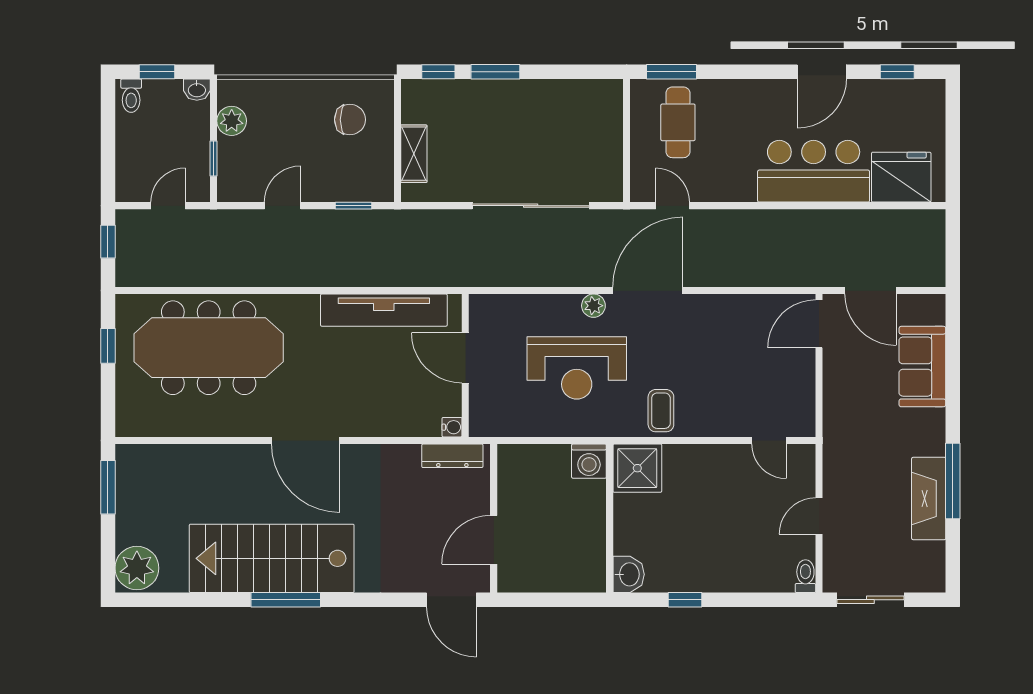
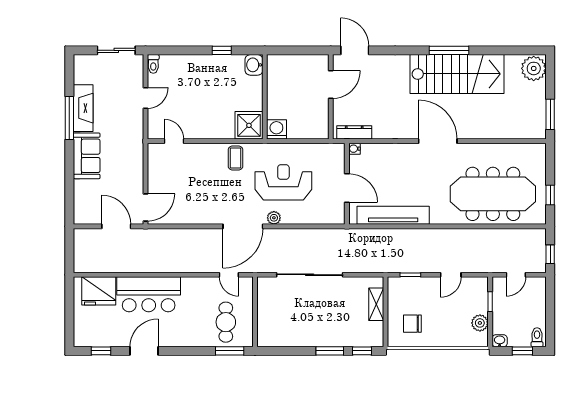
sofa: (922, 367) -> (87, 156), moved

